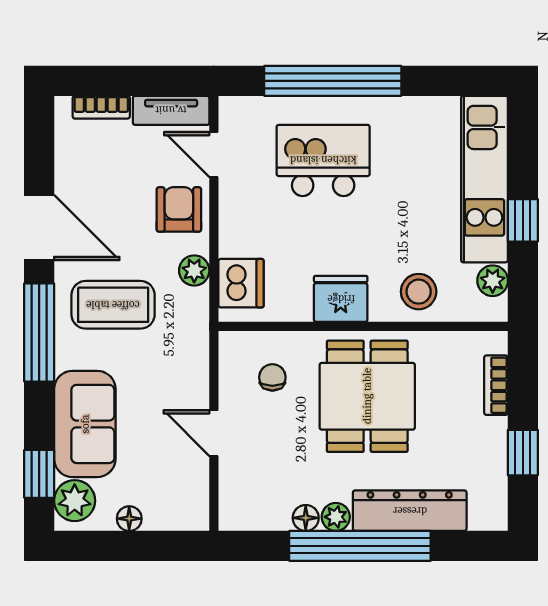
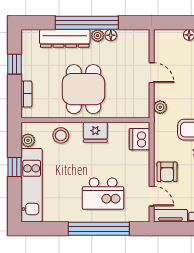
plant: (194, 270) -> (160, 107), moved
chair: (272, 377) -> (126, 97), removed

